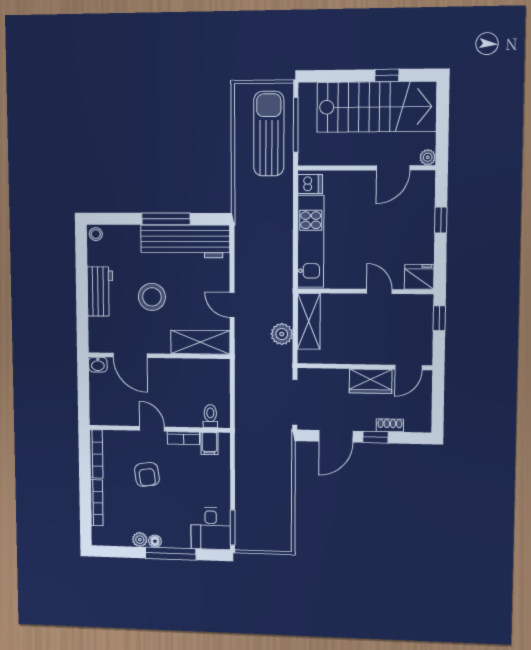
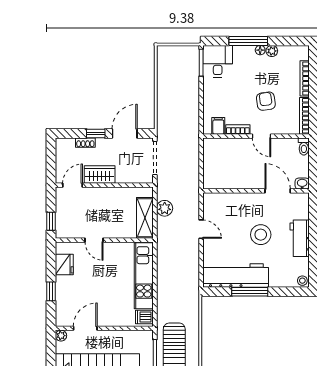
fridge: (419, 277) -> (64, 265), moved, turned -90
shelving: (200, 342) -> (225, 201), removed
toilet: (210, 416) -> (304, 146), moved

